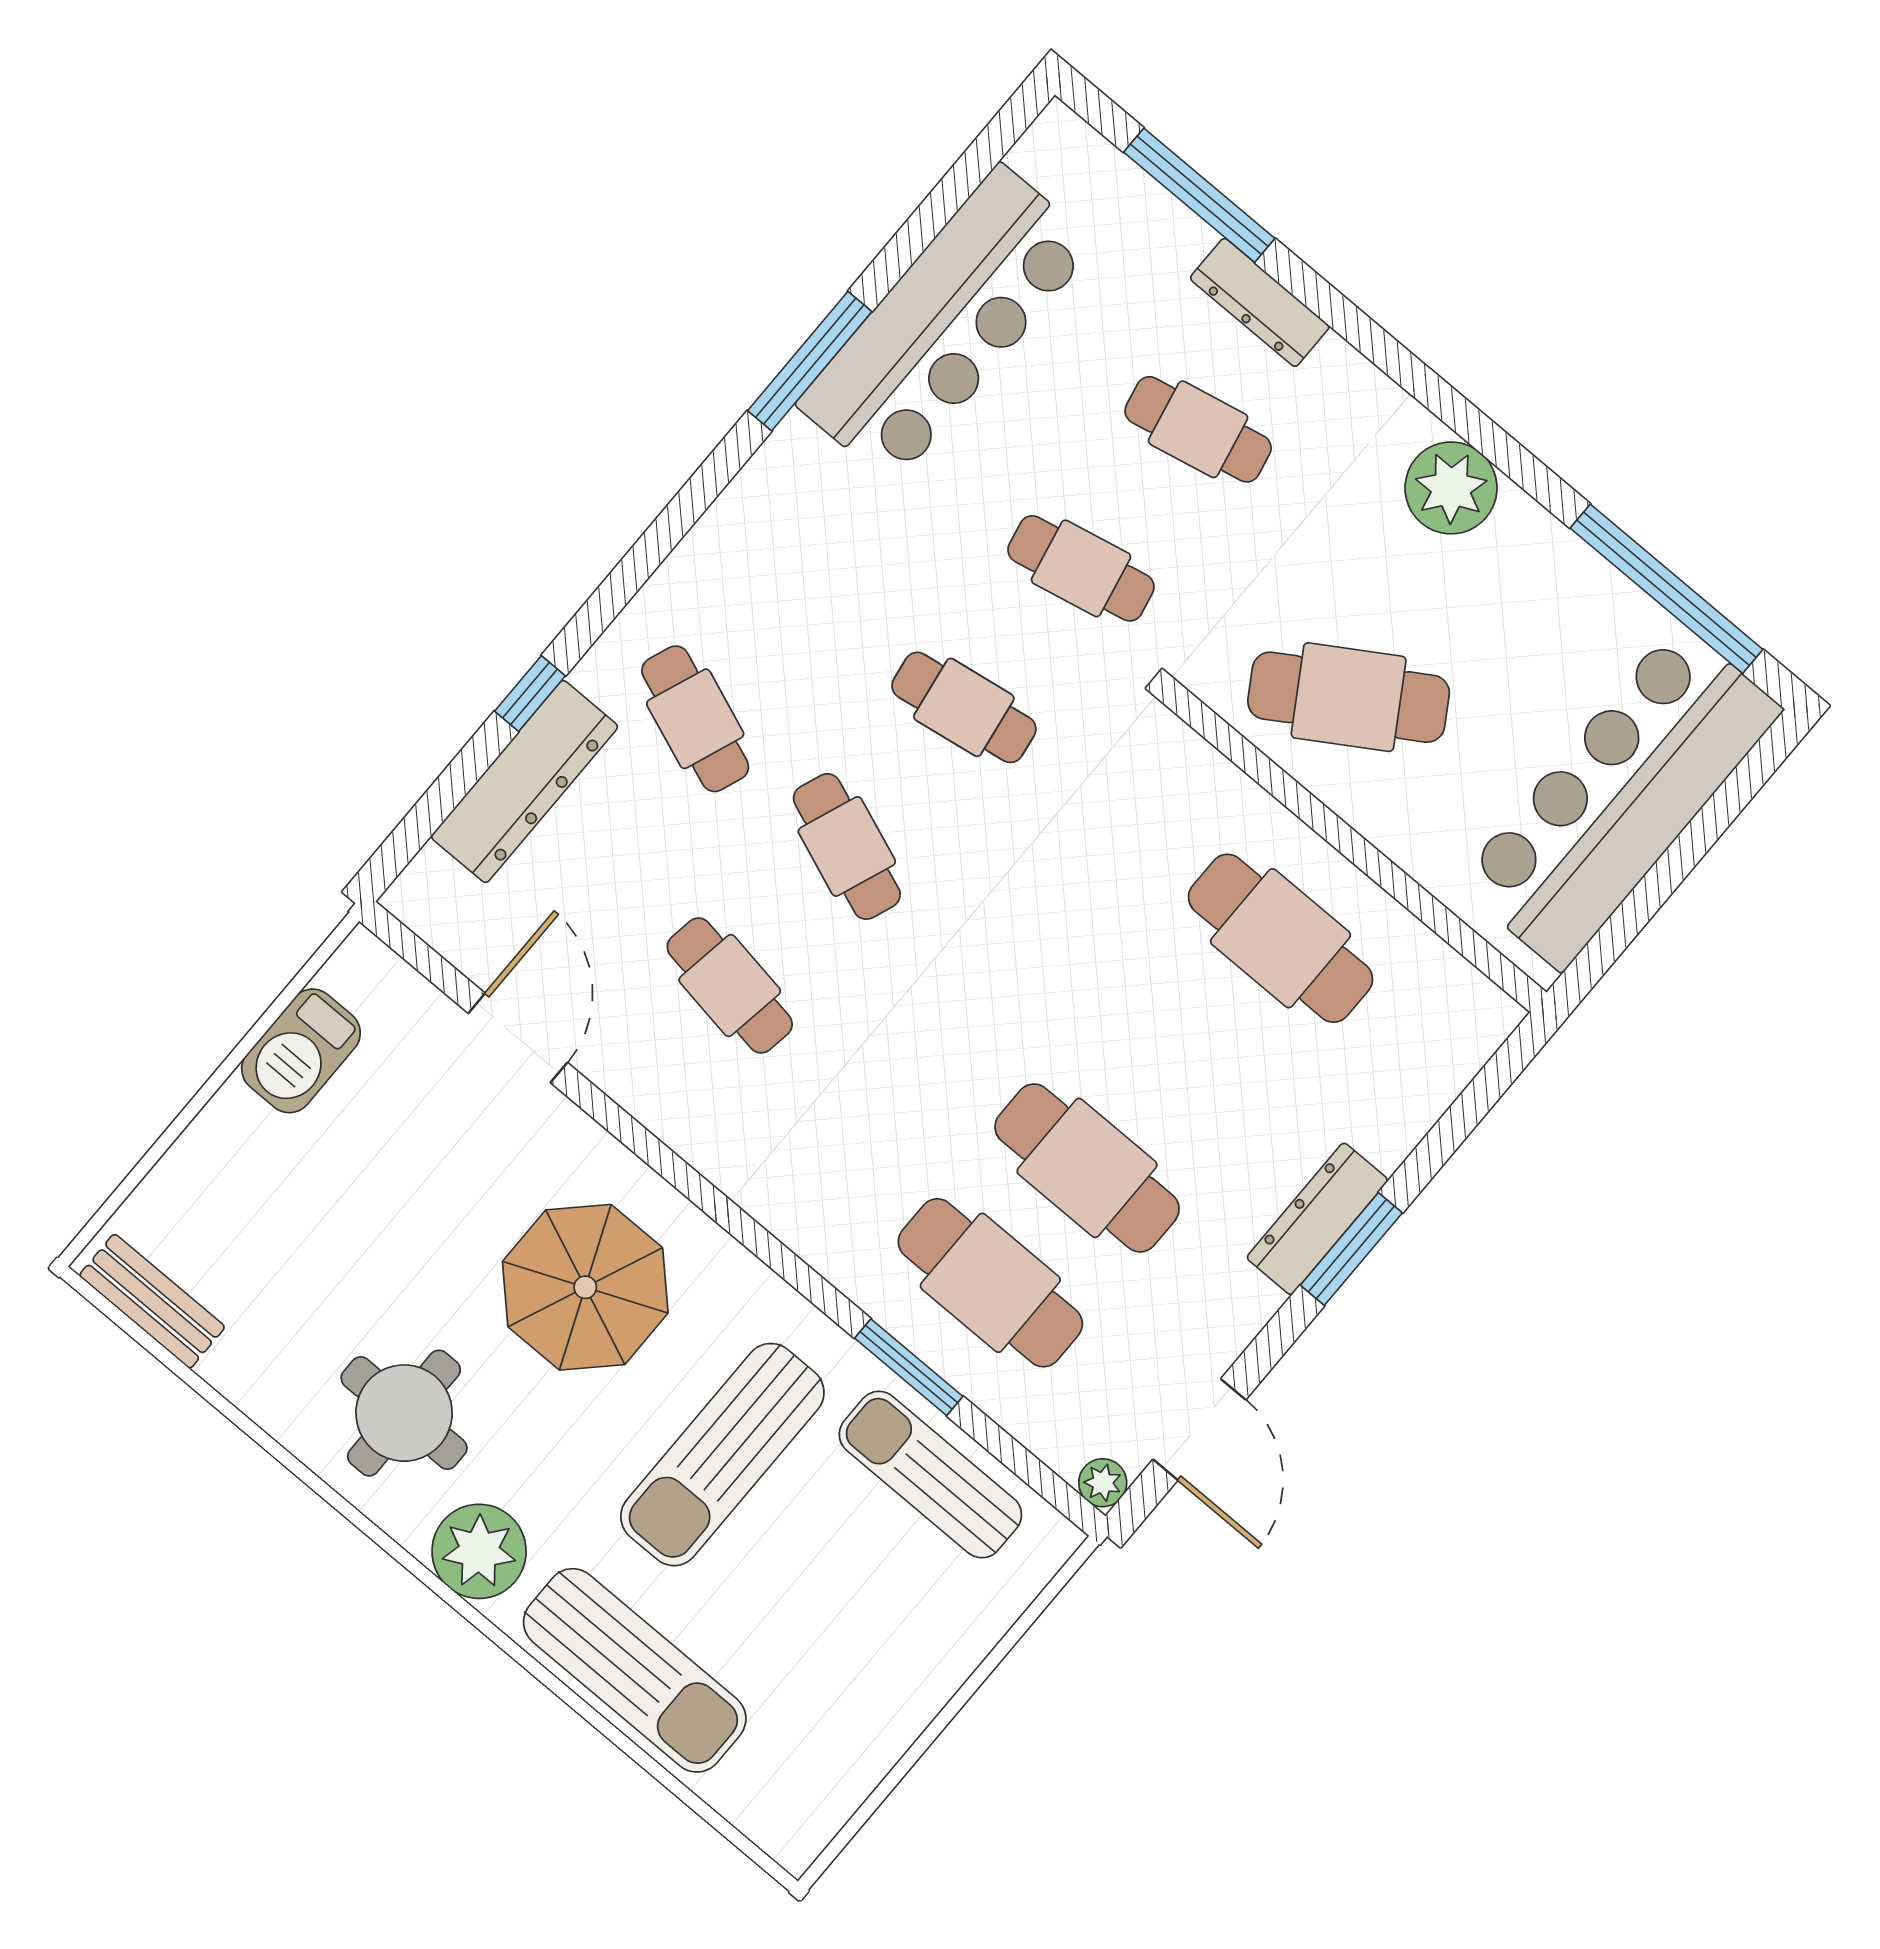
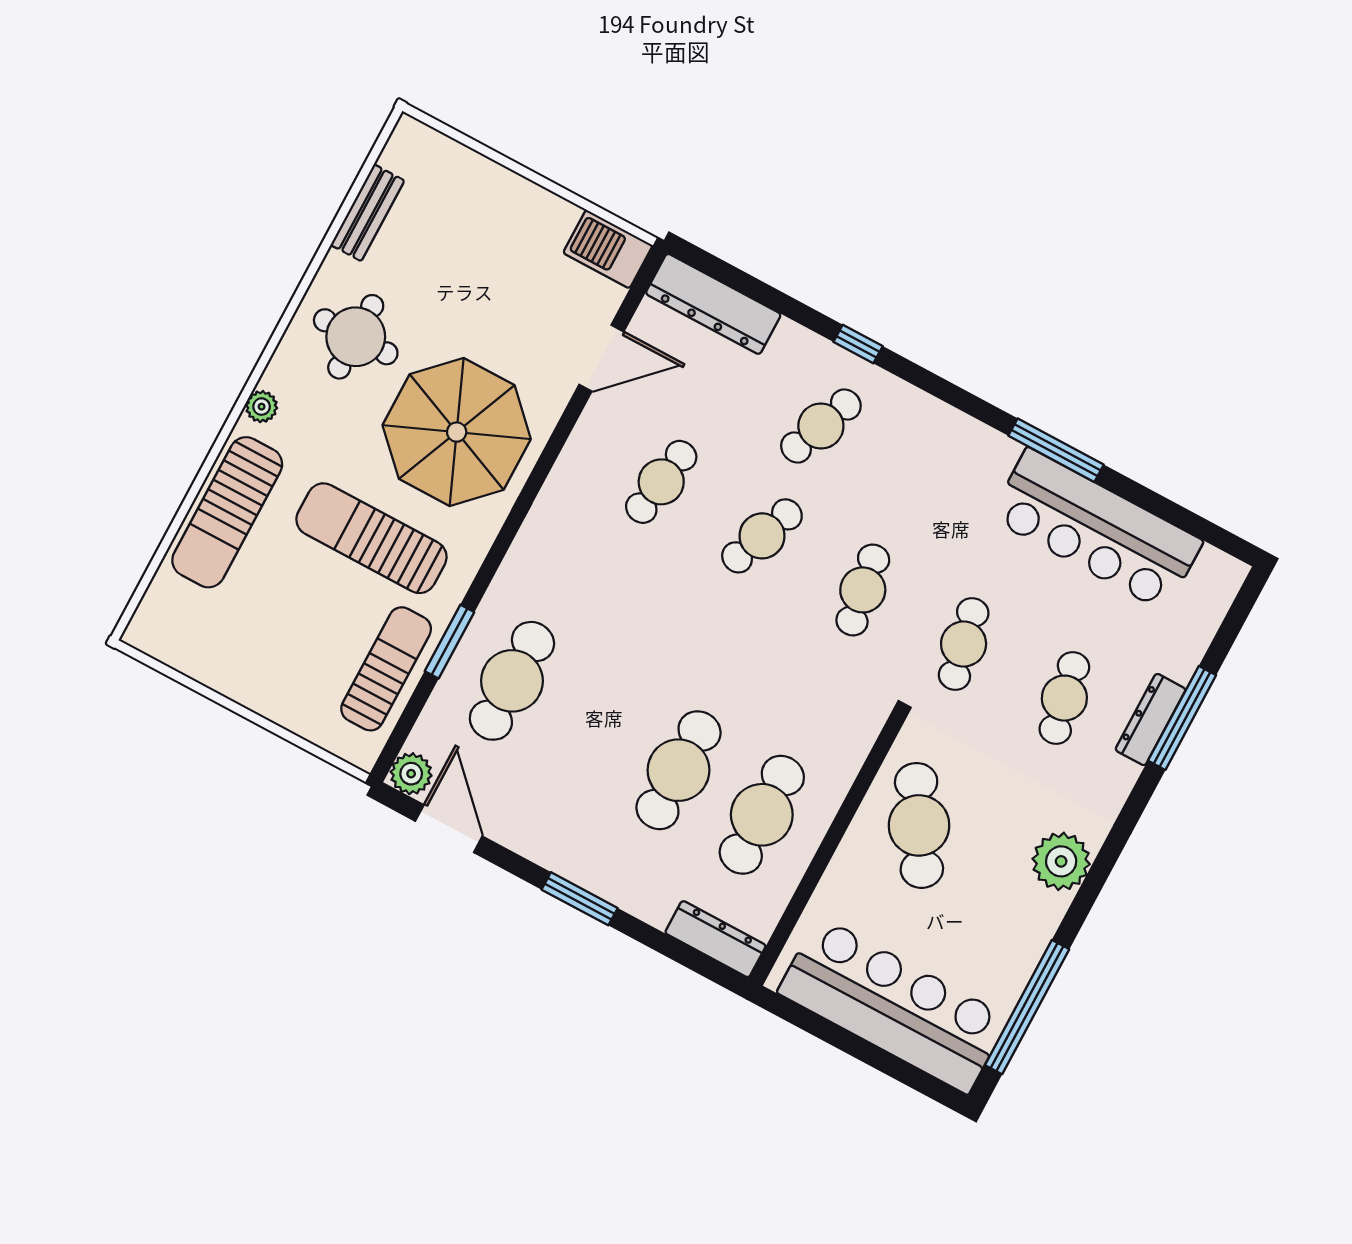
window: (1199, 195) -> (1182, 718), moved
window: (530, 693) -> (858, 344), moved
dresser: (524, 782) -> (713, 304), moved
barbecue: (301, 1051) -> (608, 249), moved
cafe table: (1087, 1168) -> (679, 770), moved
dresser: (1317, 1219) -> (715, 939), moved
parasol: (585, 1287) -> (457, 432), width x1.36, depth x1.36
bench: (152, 1301) -> (367, 213), moved
door: (1199, 1429) -> (449, 829), swing flipped
plant: (1103, 1483) -> (411, 774), width x1.38, depth x1.38
plant: (479, 1551) -> (262, 407), width x0.53, depth x0.53

